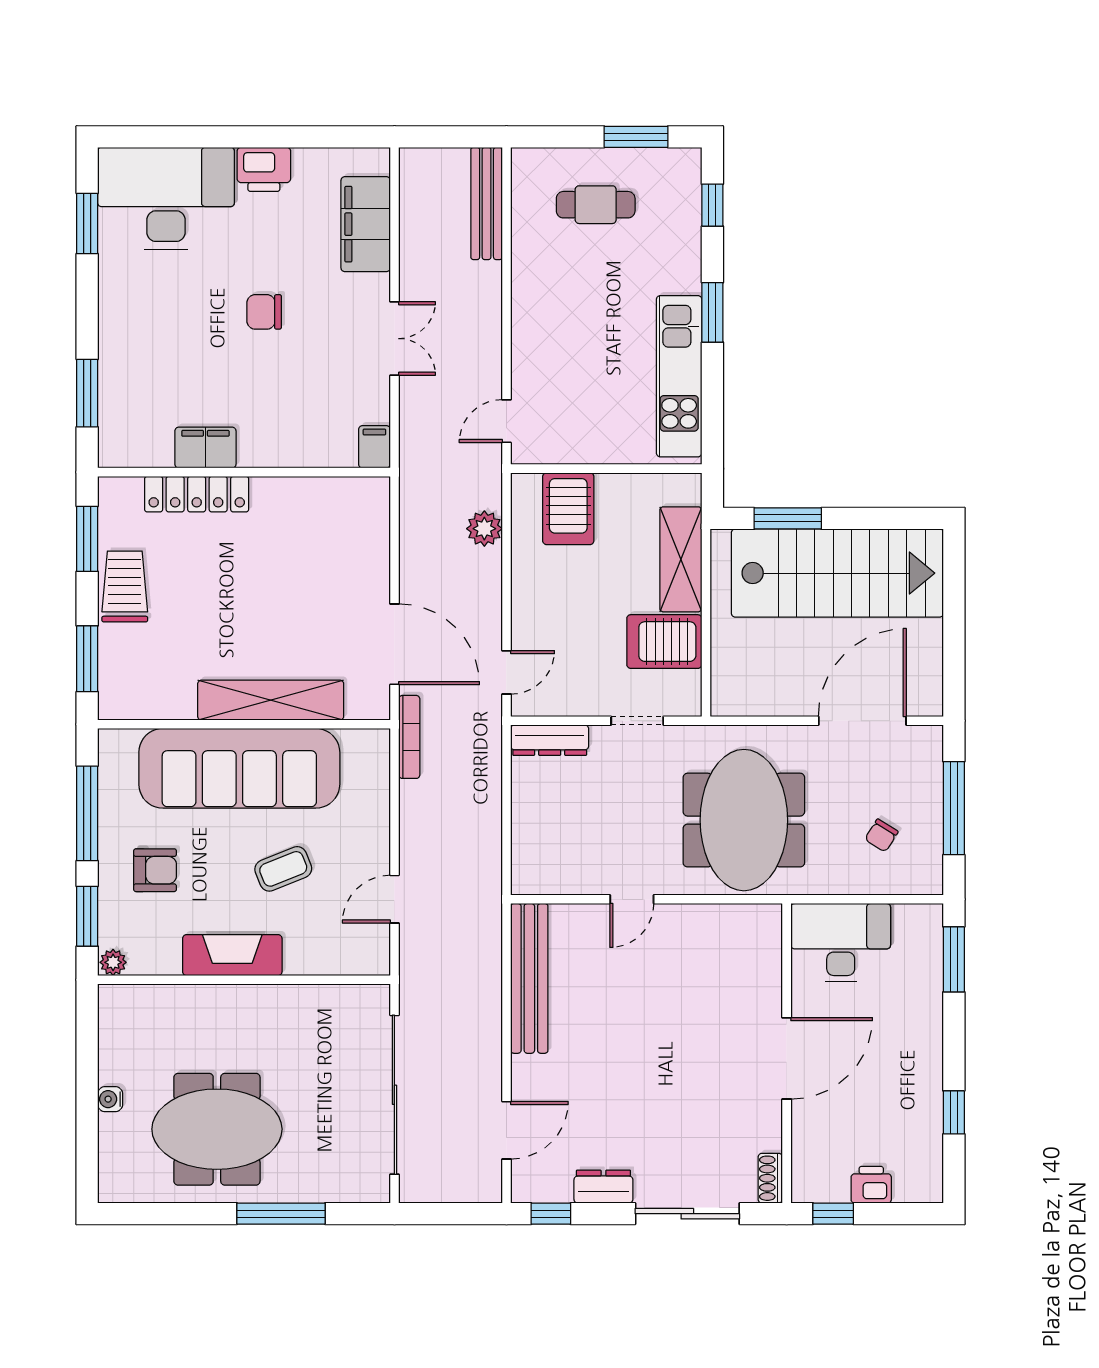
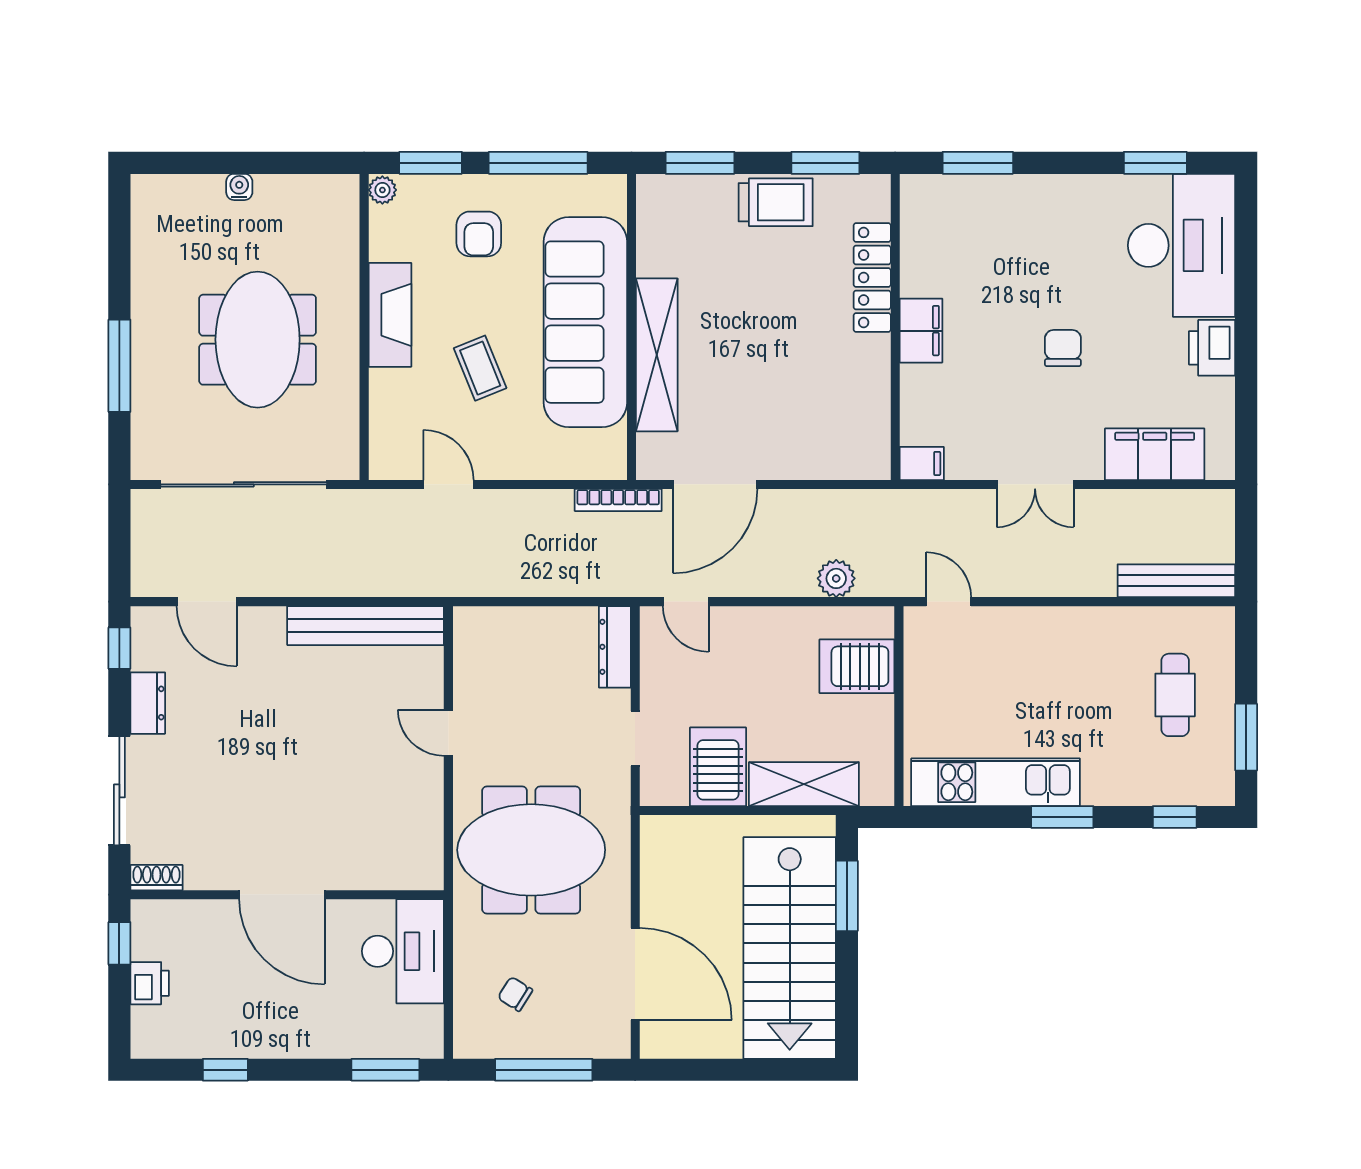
filing cabinet: (205, 448) -> (921, 331), moved
meeting table: (217, 1129) -> (258, 340), moved

